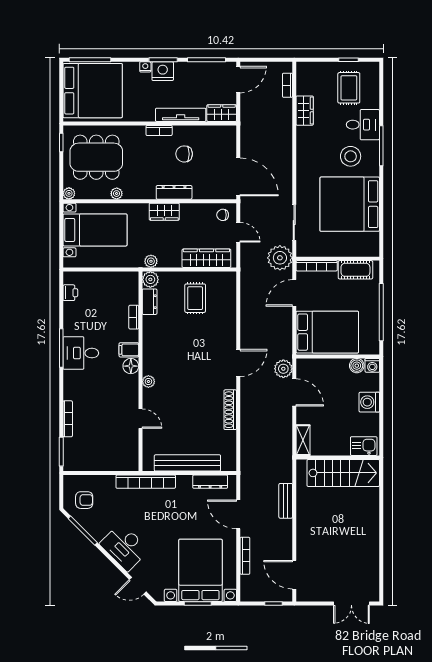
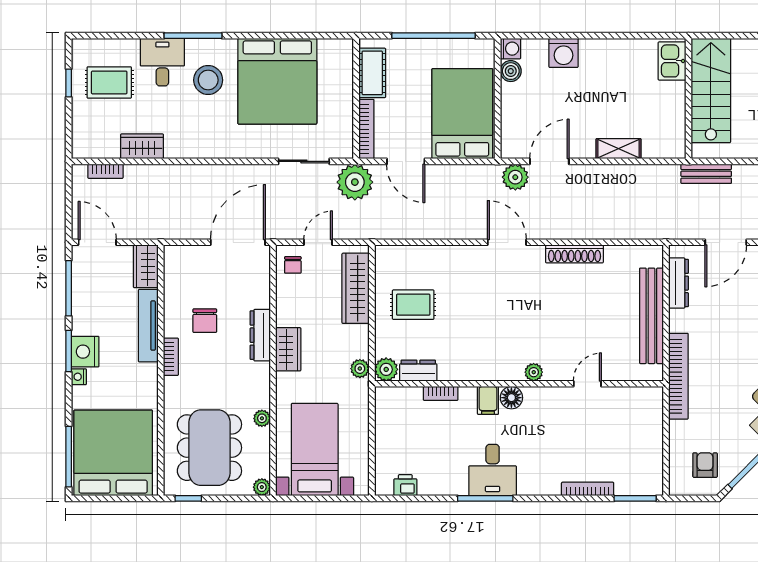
kitchen sink: (364, 446) -> (672, 61), moved
wall: (338, 457) -> (688, 99), moved
stairs: (343, 473) -> (711, 91), moved

